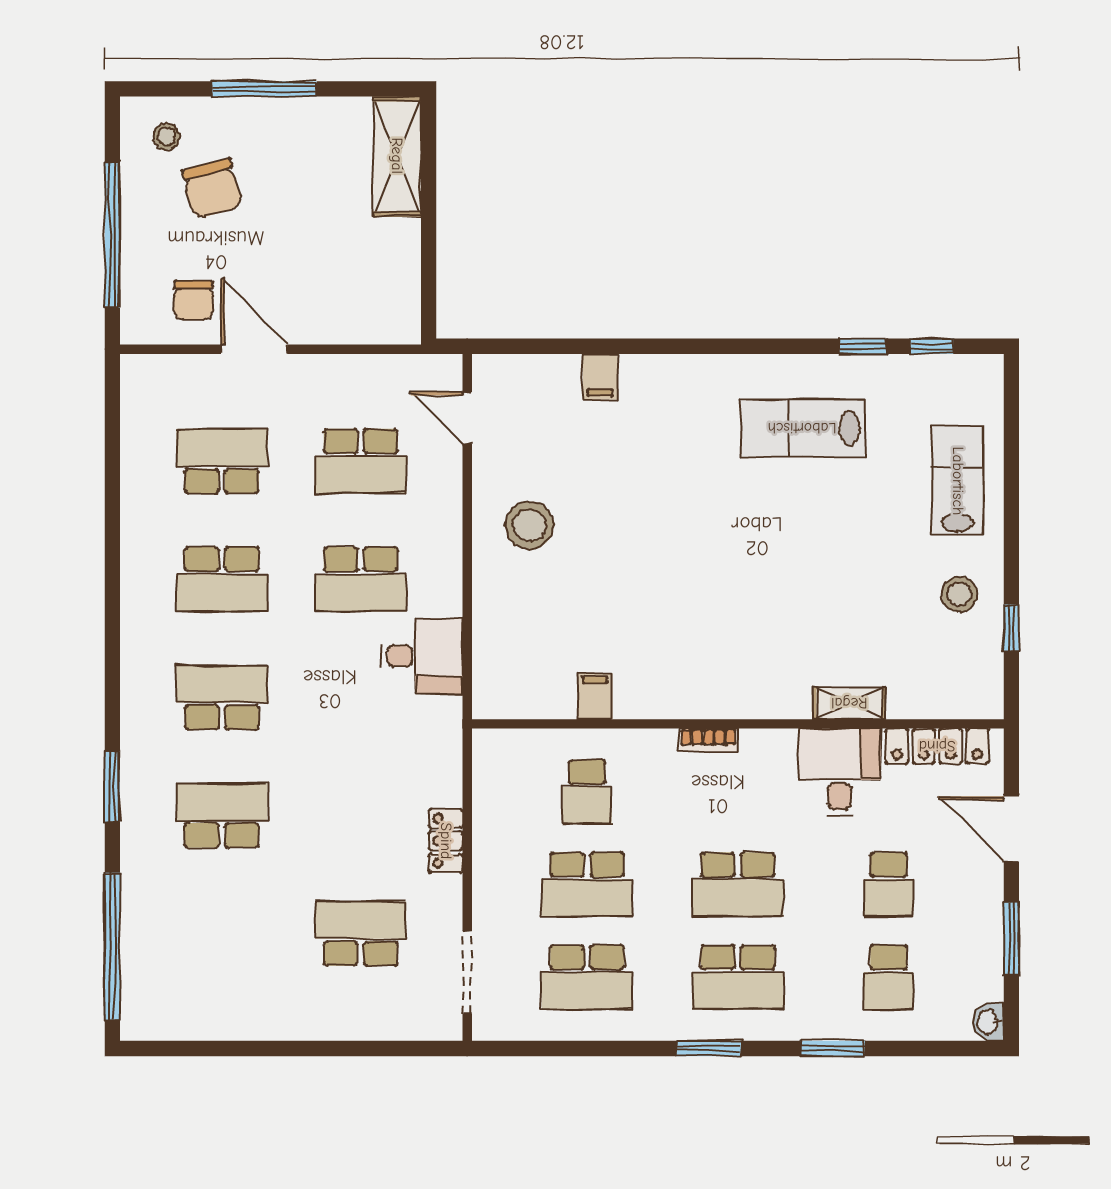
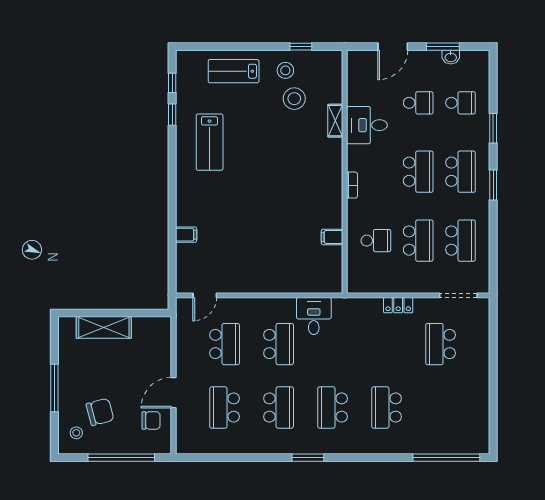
shelving: (397, 156) -> (104, 327), moved
stool: (530, 525) -> (294, 99), moved
locker: (937, 746) -> (355, 81), removed
window: (112, 787) -> (308, 458), moved
washbasin: (988, 1022) -> (451, 57), moved

